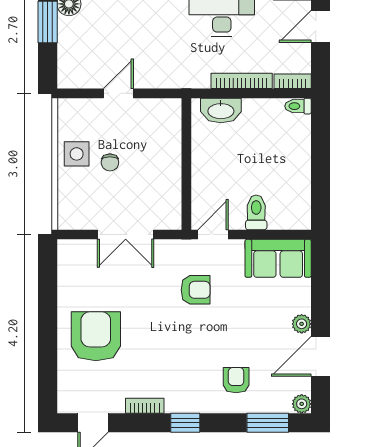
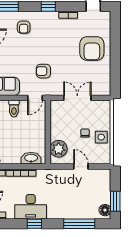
door: (118, 93) -> (81, 167), swing flipped
plant: (164, 130) -> (59, 149), added

